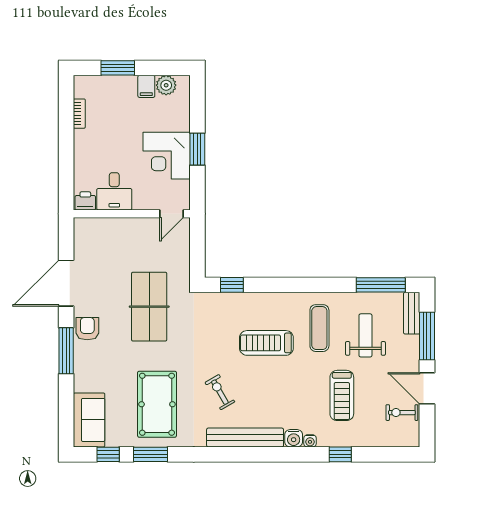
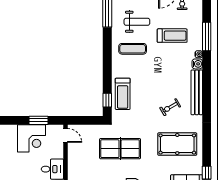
window: (197, 149) -> (39, 120), moved
weight bench: (365, 335) -> (137, 22), turned 180
treadmill: (266, 343) -> (123, 94), moved
window: (151, 454) -> (207, 148), removed
window: (340, 454) -> (207, 37), width x2.17

